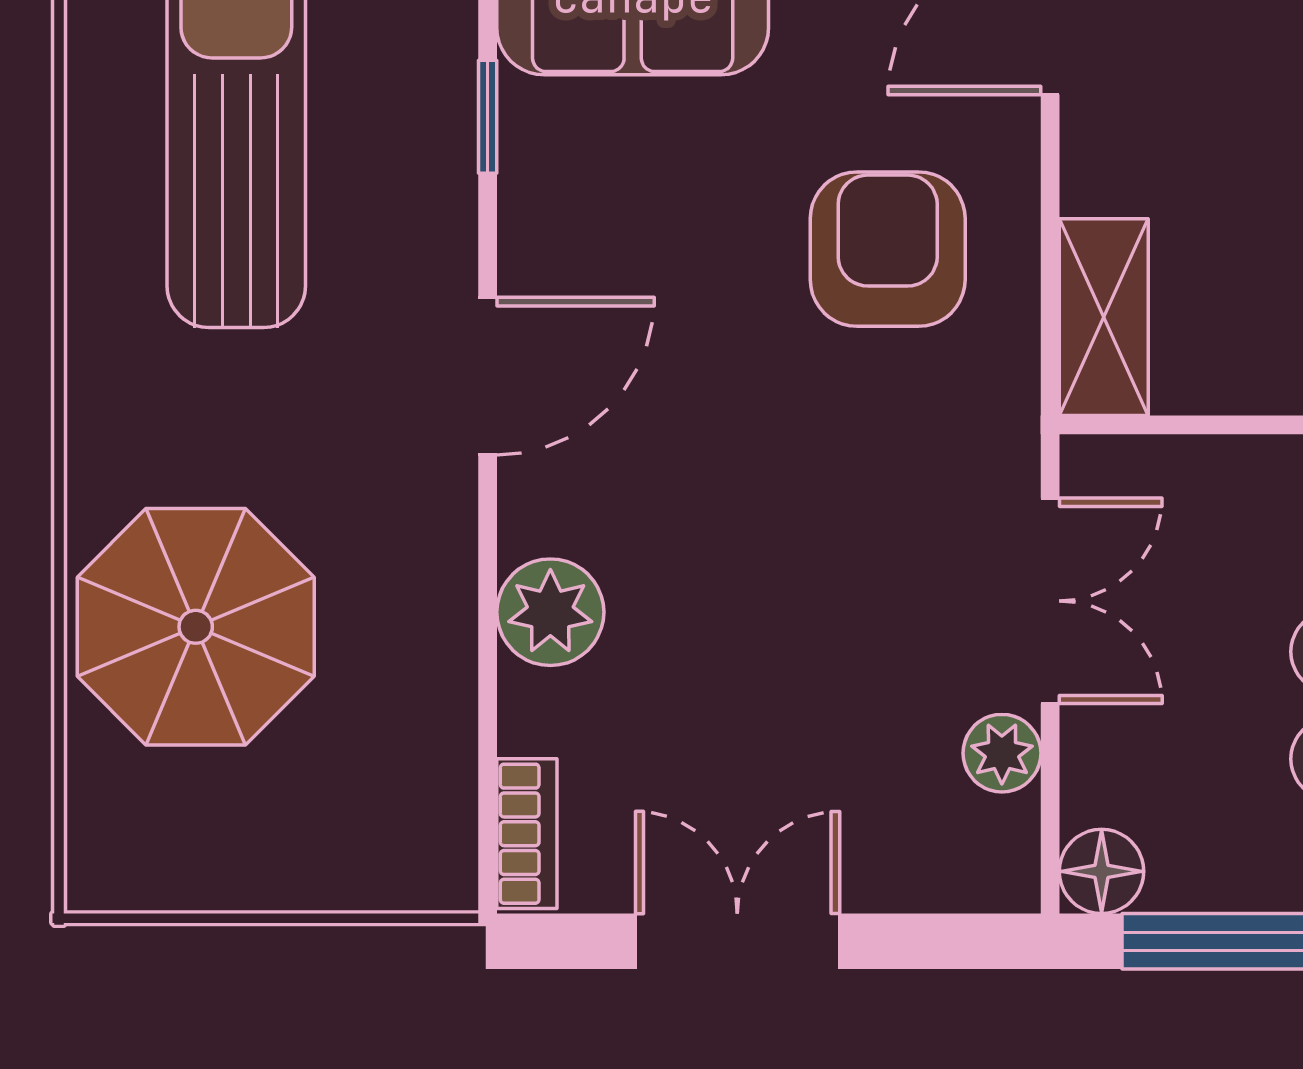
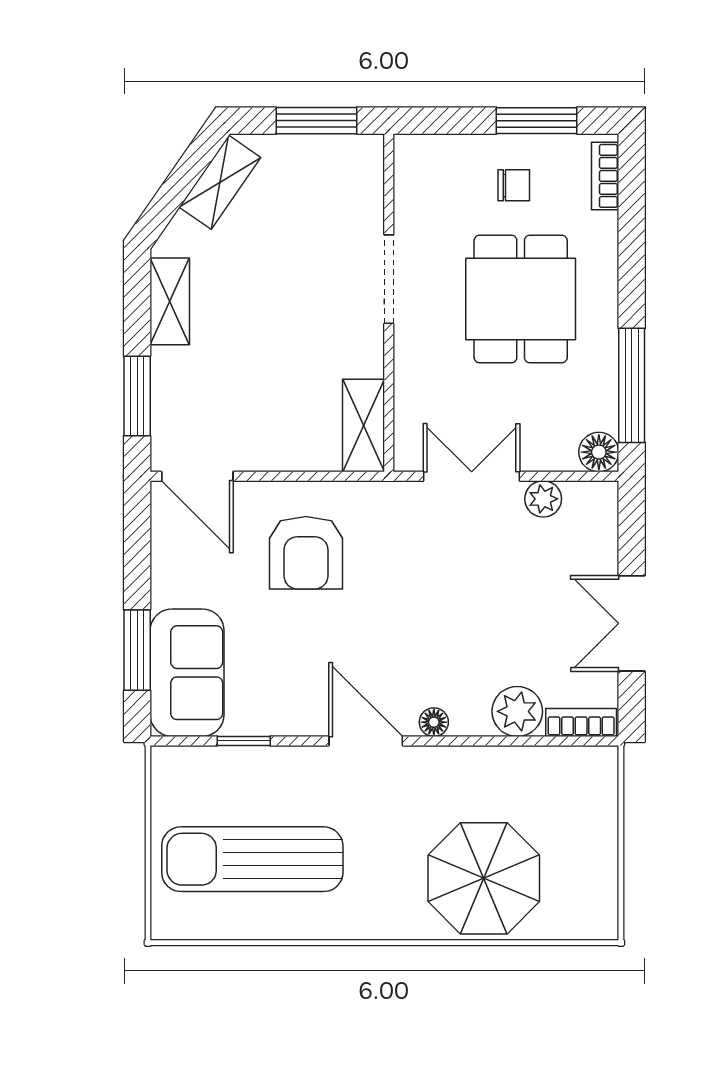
armchair: (888, 249) -> (306, 553), turned -90
shelving: (1104, 317) -> (364, 426), moved, turned 90
floor lamp: (528, 521) -> (434, 722), added
plant: (550, 612) -> (517, 711), moved

